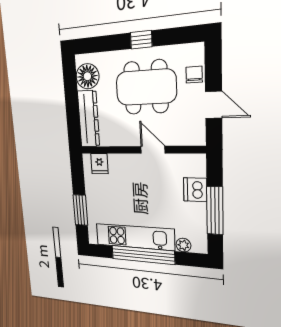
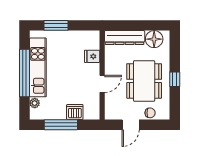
fridge: (99, 164) -> (92, 56), moved

